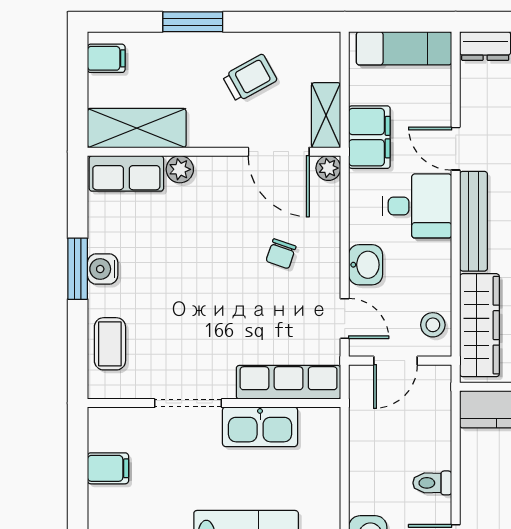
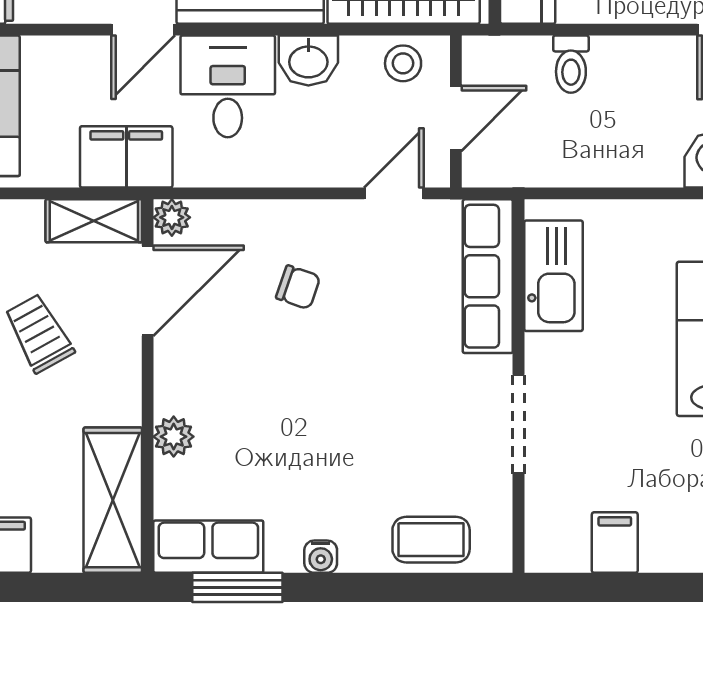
row of seats: (126, 173) -> (208, 547), moved, turned -90
washbasin: (366, 265) -> (308, 60), moved, turned 180
window: (78, 269) -> (237, 587), moved
water cooler: (103, 269) -> (321, 557), width x0.72, depth x0.72
door: (396, 361) -> (456, 118), hinge flipped
kitchen sink: (260, 427) -> (553, 276), moved
toilet: (432, 483) -> (571, 64), moved

